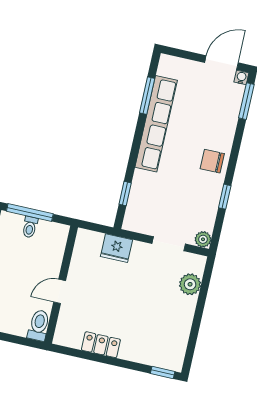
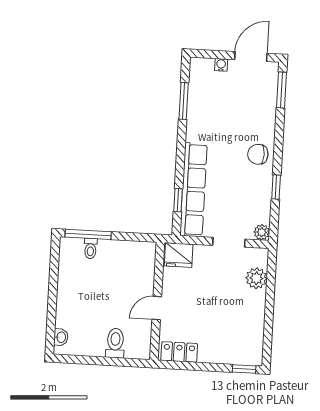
water cooler: (241, 77) -> (221, 65), moved
row of seats: (156, 124) -> (194, 190), moved
wall: (61, 285) -> (157, 301), moved
door: (60, 291) -> (157, 308), moved

